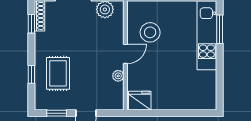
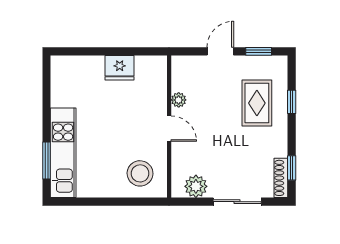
stool: (150, 32) -> (140, 173), moved
door: (125, 54) -> (169, 129), swing flipped
fridge: (140, 101) -> (120, 68), moved

